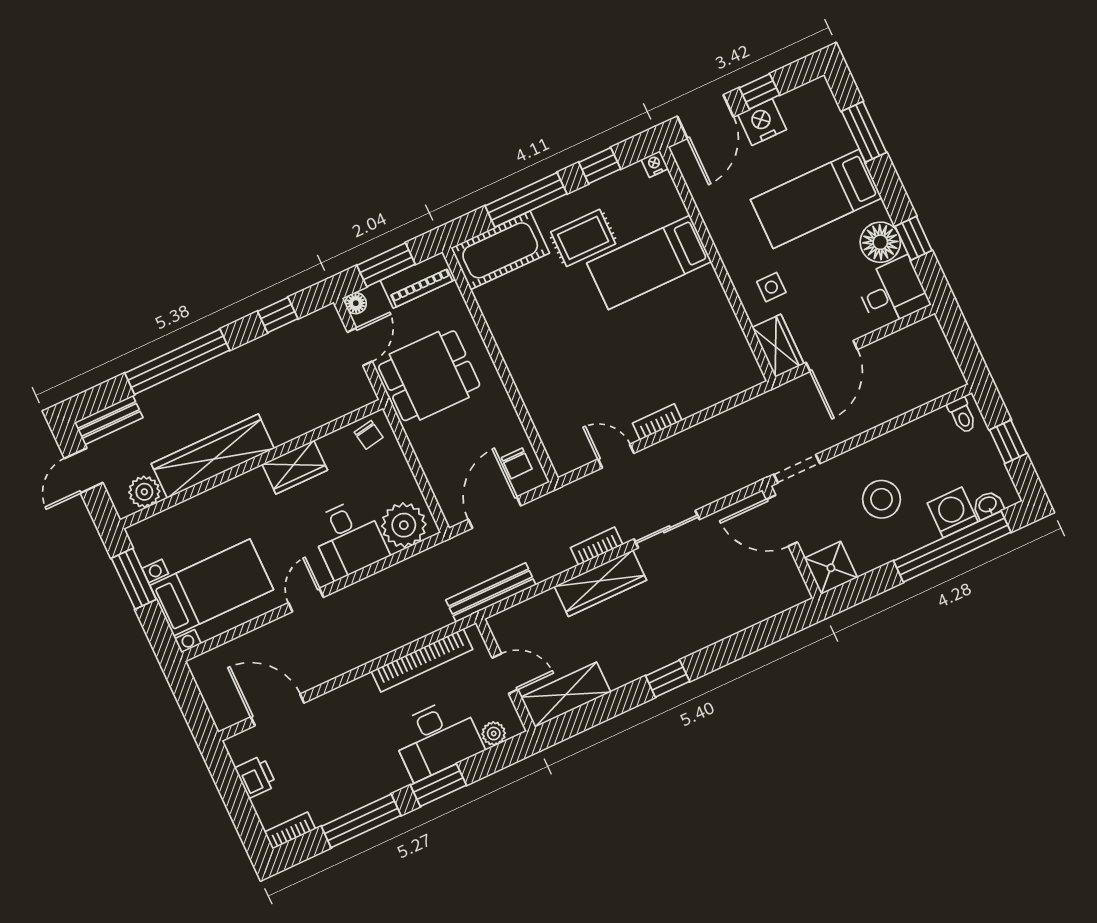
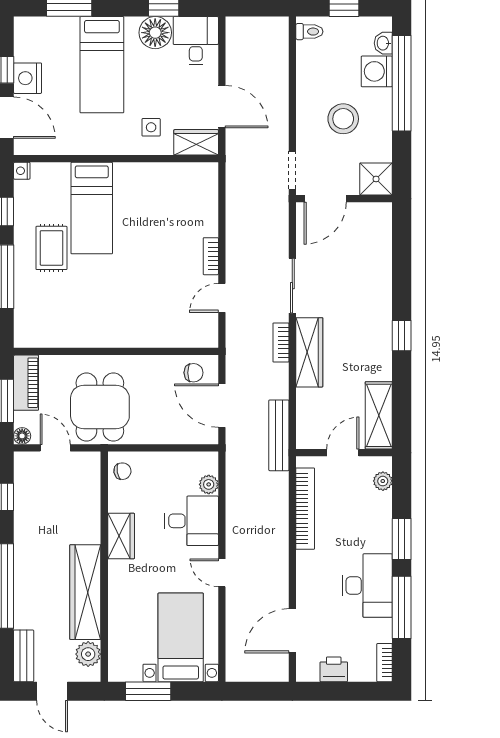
cot: (500, 250) -> (32, 313), removed
plant: (404, 525) -> (209, 484), width x0.53, depth x0.53
desk: (437, 739) -> (367, 586), moved

